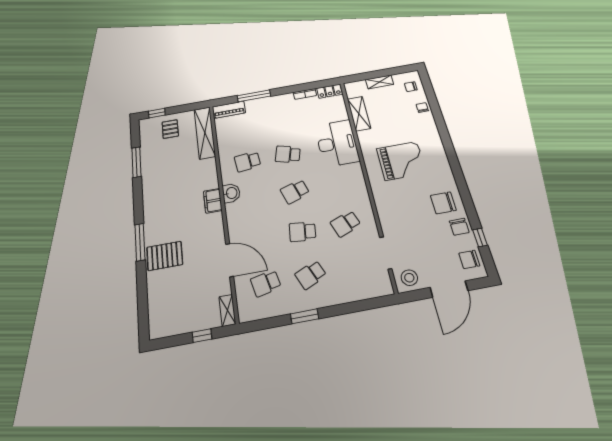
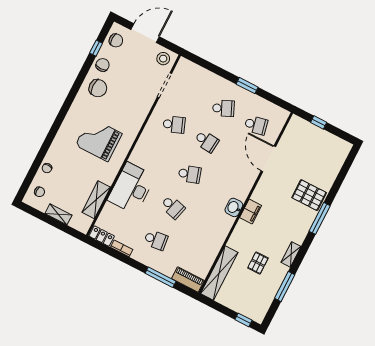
pallet: (170, 129) -> (258, 263), moved
school desk: (248, 162) -> (156, 240), moved
shelving: (227, 310) -> (291, 254), moved

